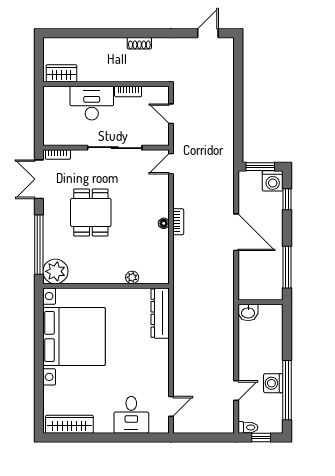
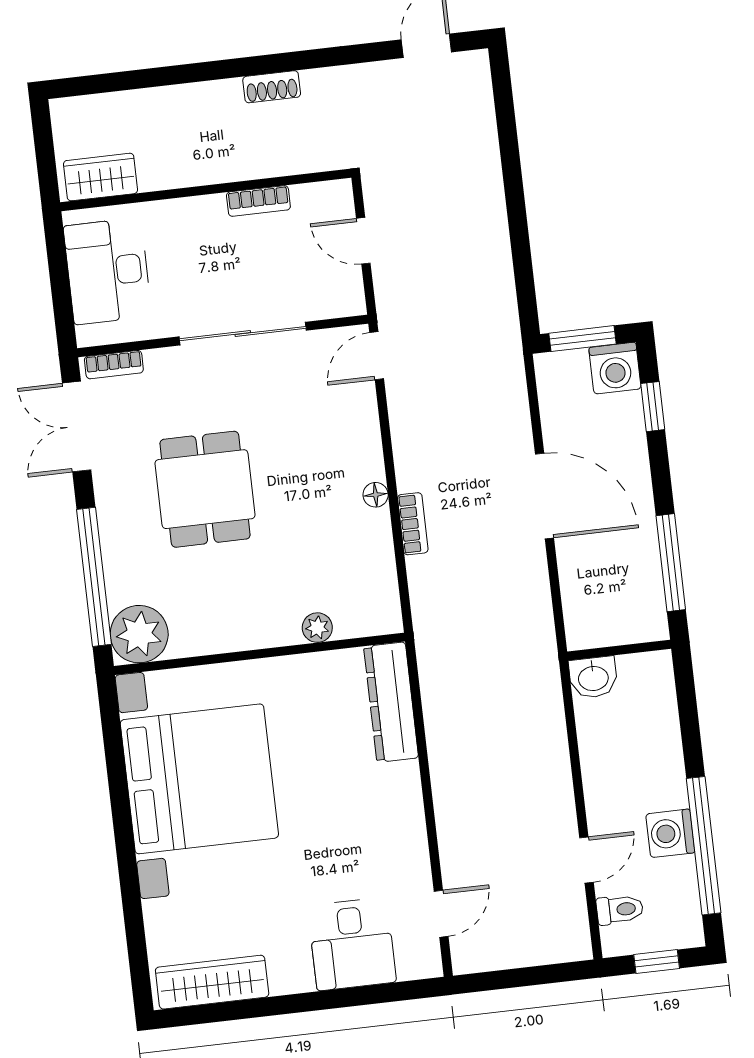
desk: (92, 103) -> (108, 271), moved, turned -90
bookcase: (178, 222) -> (413, 524), moved
toilet: (248, 427) -> (620, 910), moved

